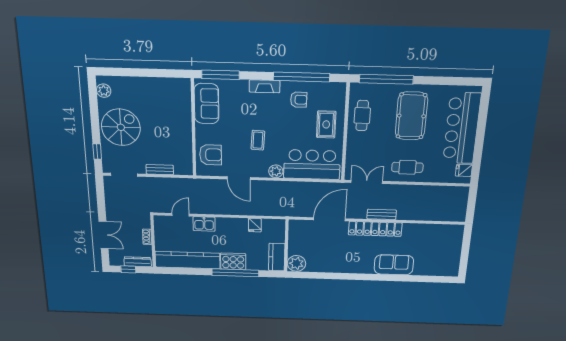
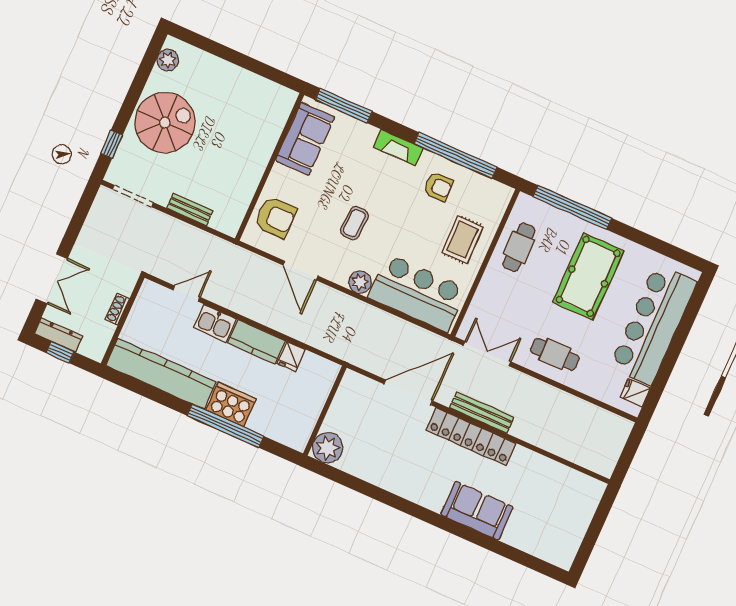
bench: (382, 214) -> (482, 413), width x1.36
kitchen counter: (277, 257) -> (256, 342), moved, turned -90
dresser: (138, 262) -> (58, 335), moved

